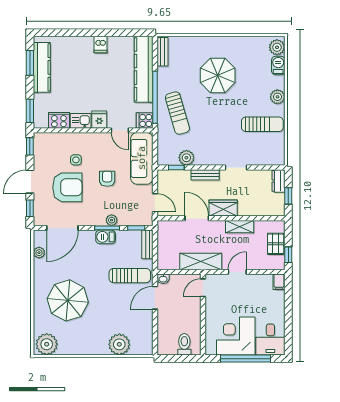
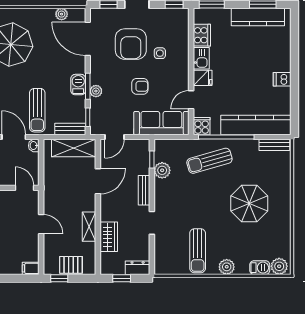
wardrobe: (223, 208) -> (109, 237), moved
shelving: (201, 262) -> (74, 148), moved, turned 90

